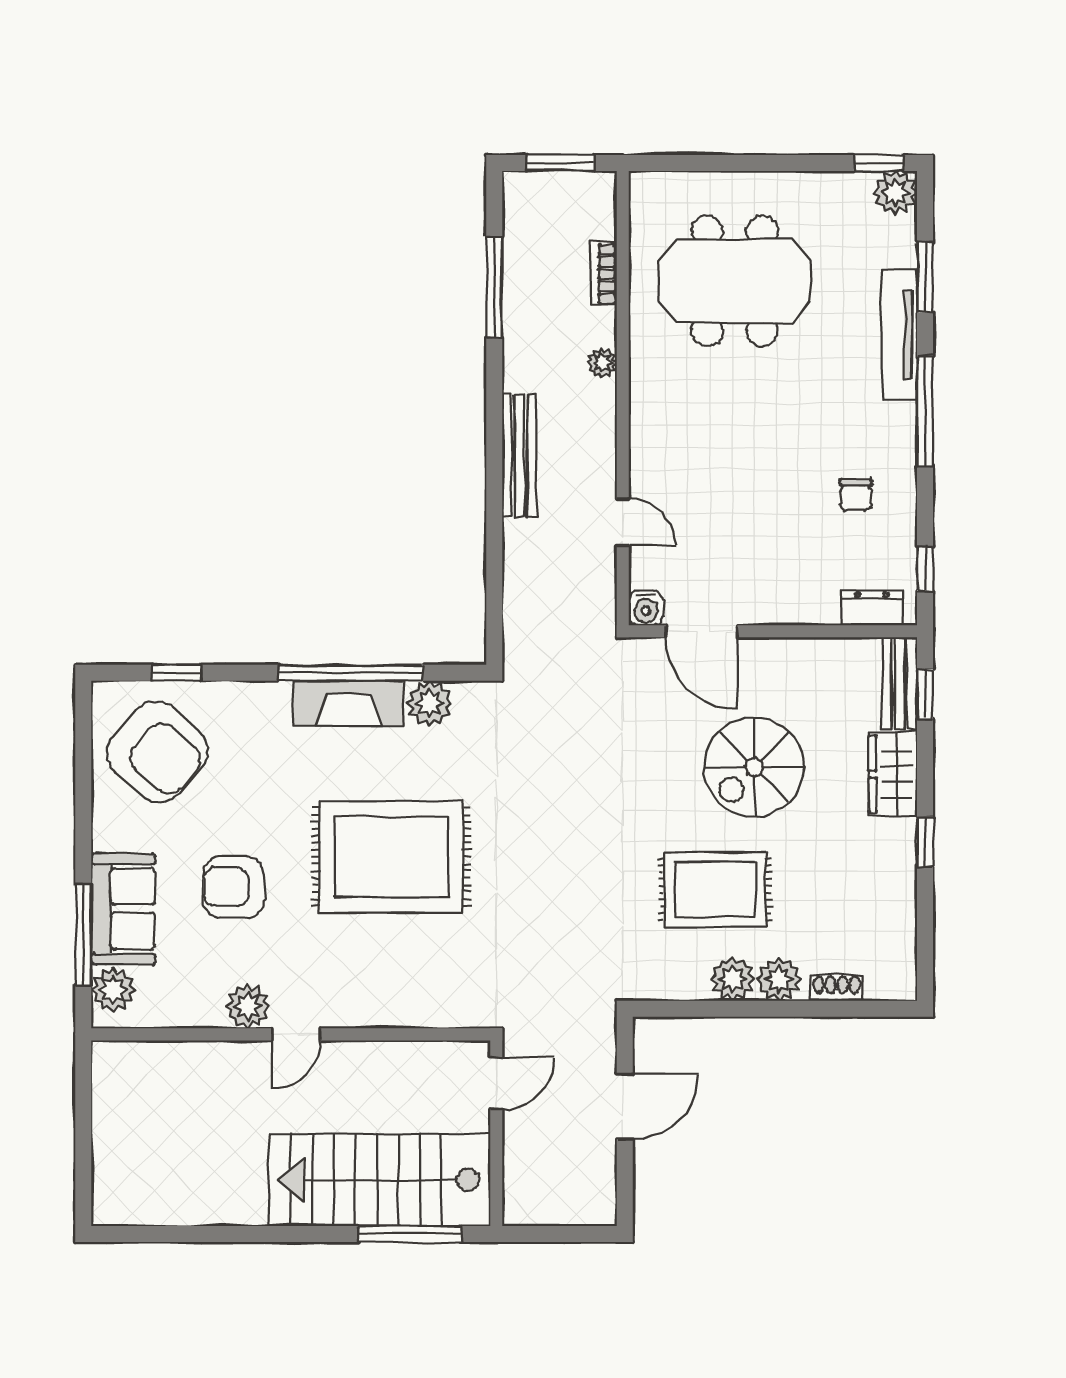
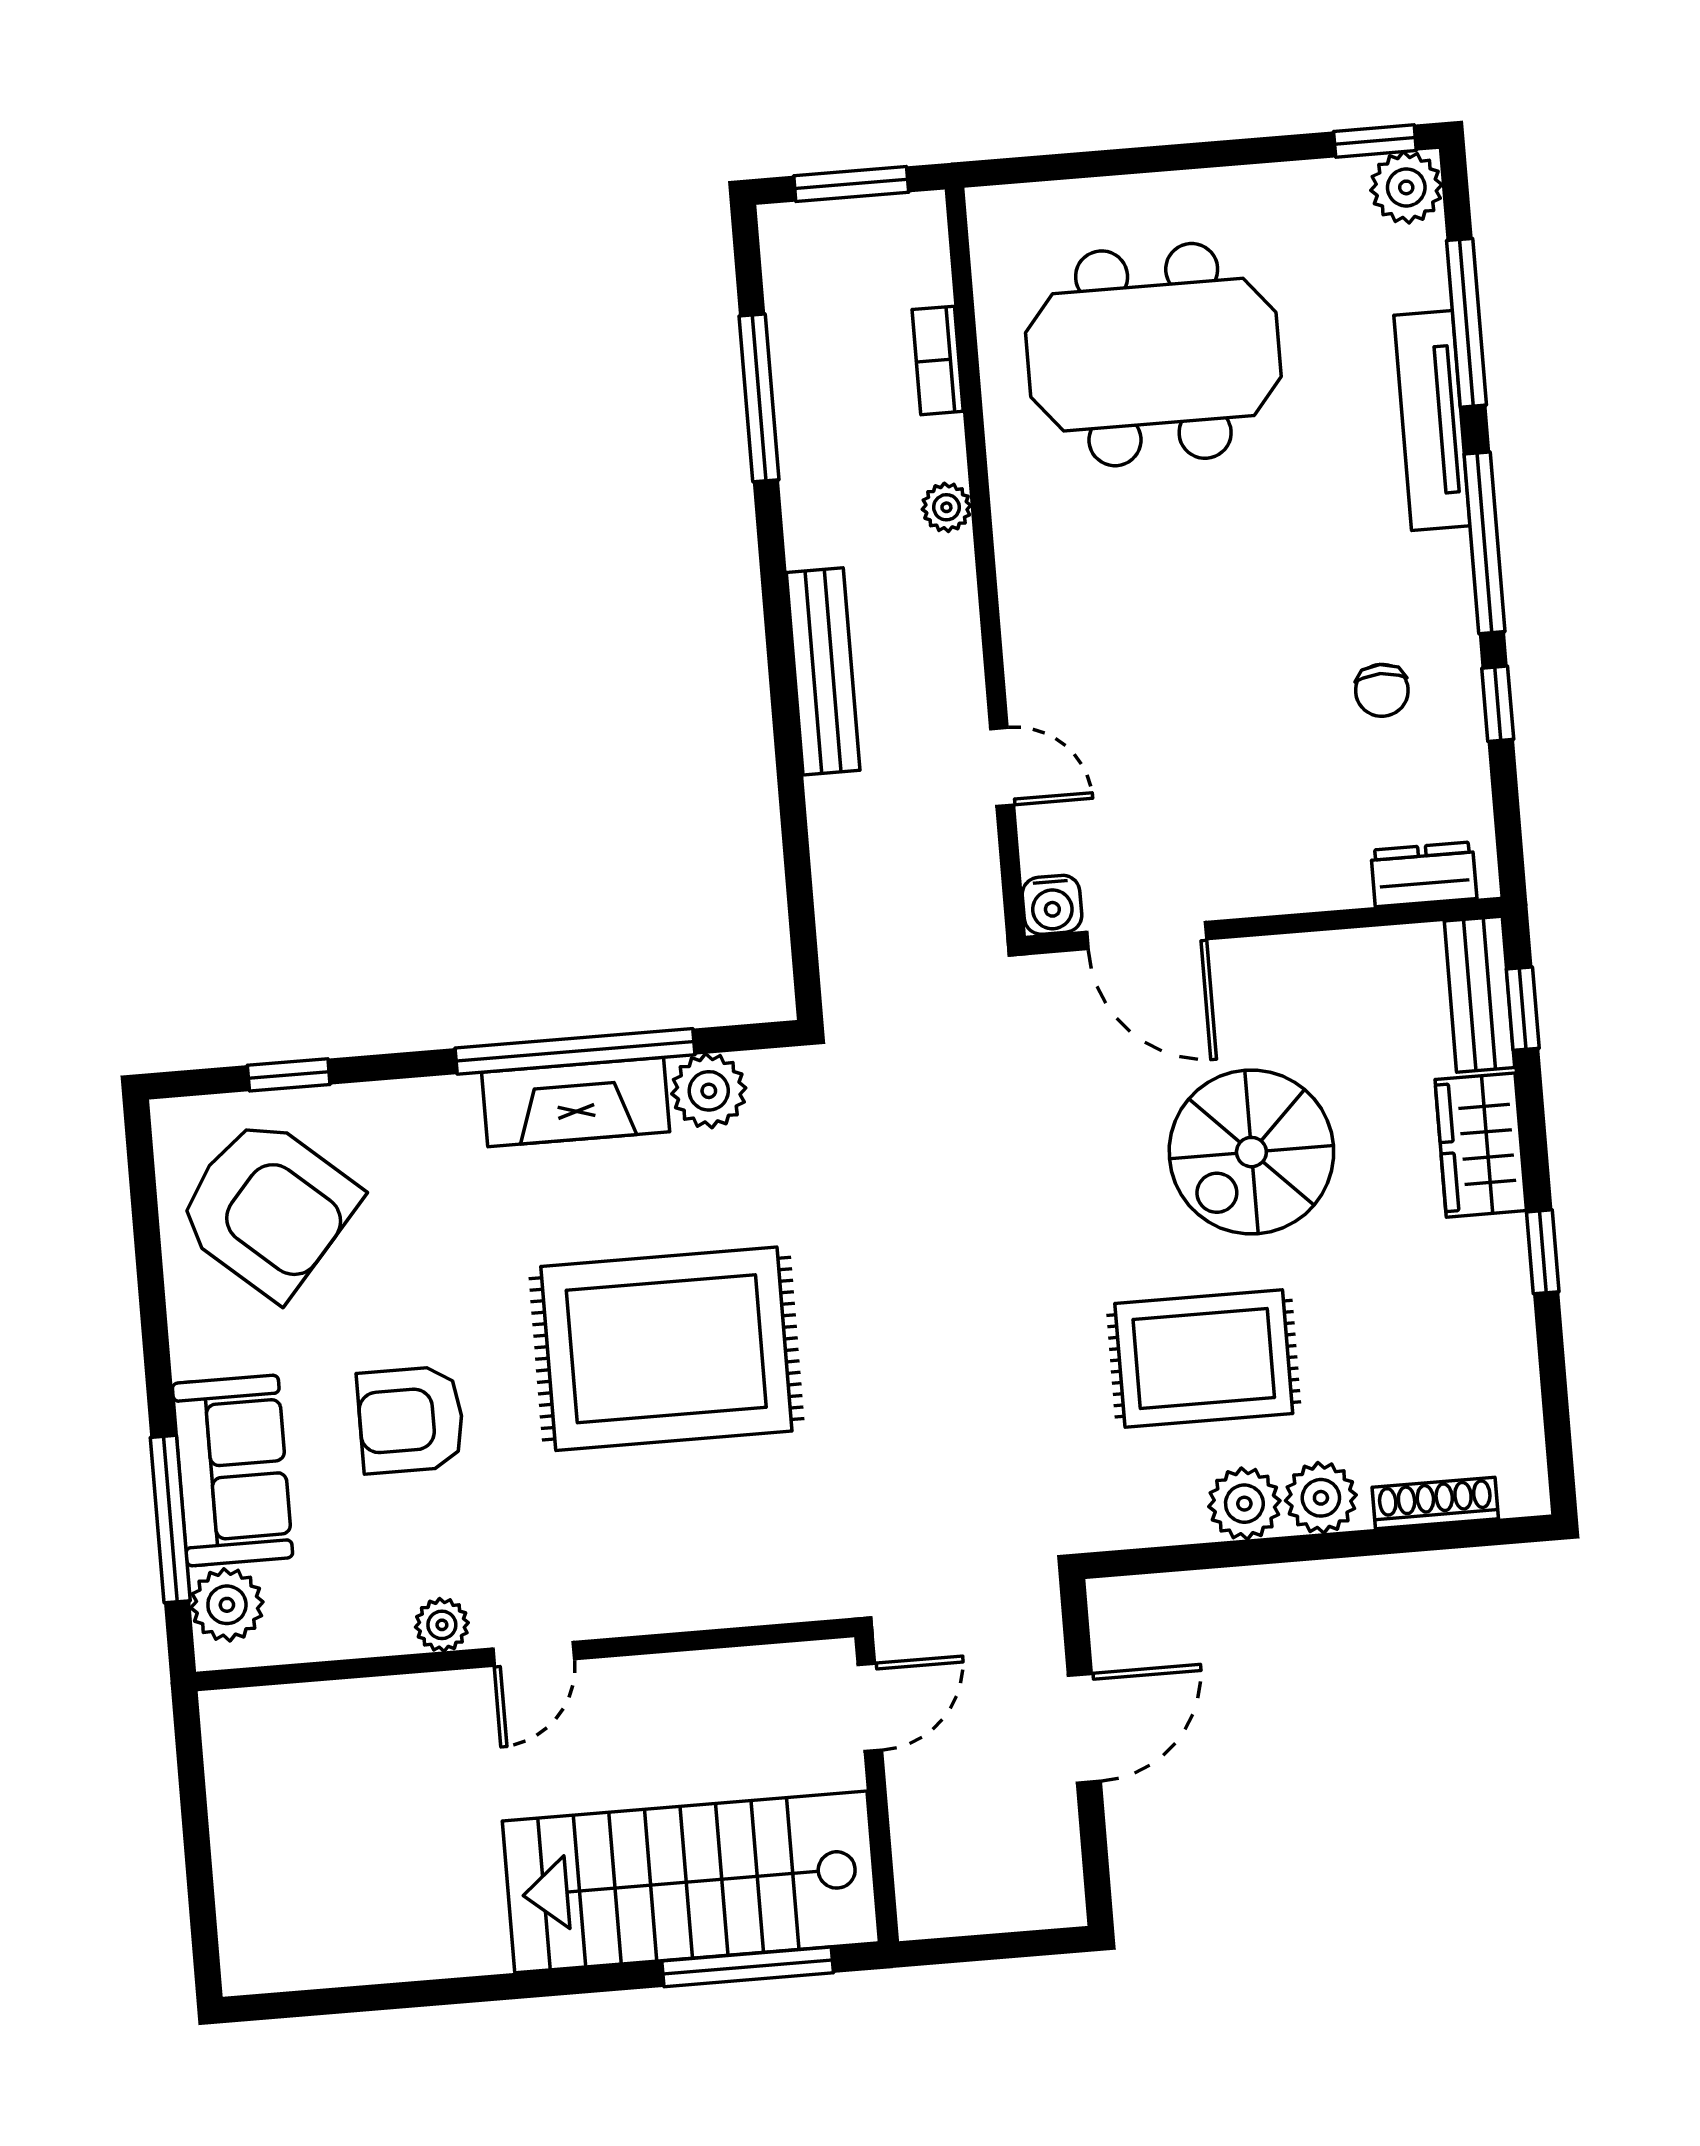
window: (925, 277) -> (1466, 323), width x1.44
window: (925, 569) -> (1498, 704), moved
shoe rack: (836, 988) -> (1435, 1503), width x1.43
plant: (248, 1006) -> (442, 1625), width x0.73, depth x0.73

